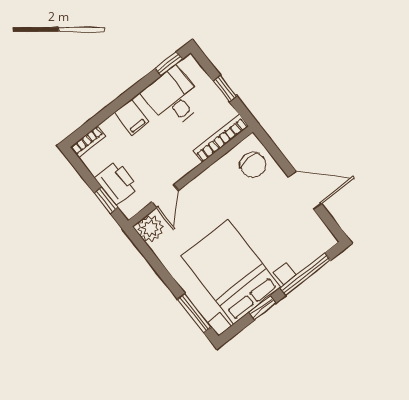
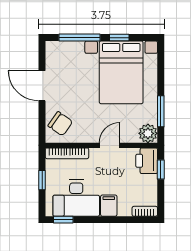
desk: (173, 98) -> (76, 198), width x1.37
chair: (253, 165) -> (60, 124), turned 125
printer: (117, 183) -> (147, 161), moved
door: (165, 196) -> (110, 145), moved
window: (194, 313) -> (161, 111), moved

